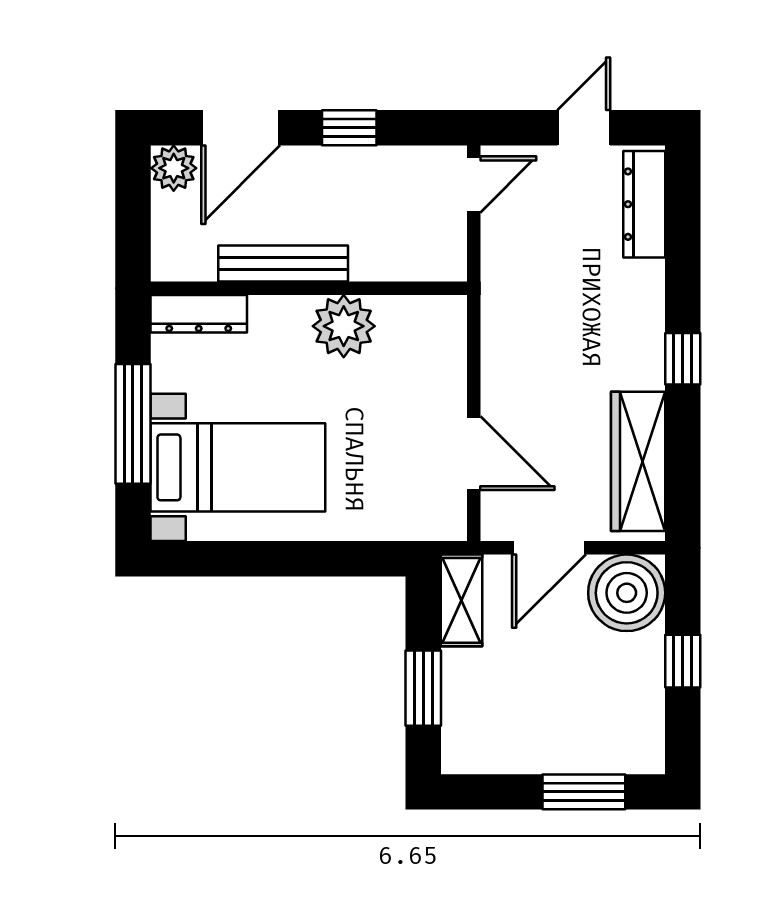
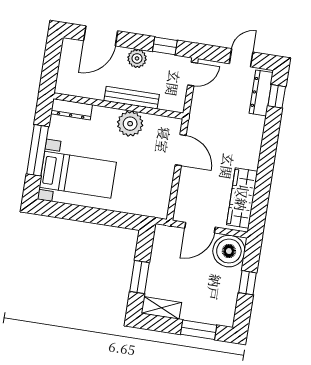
window: (349, 128) -> (165, 46), moved
plant: (174, 168) -> (137, 58), moved
bench: (283, 264) -> (132, 98), moved
window: (683, 359) -> (277, 96), moved
door: (474, 453) -> (181, 150), moved
shelving: (462, 600) -> (161, 308), moved, turned 90

